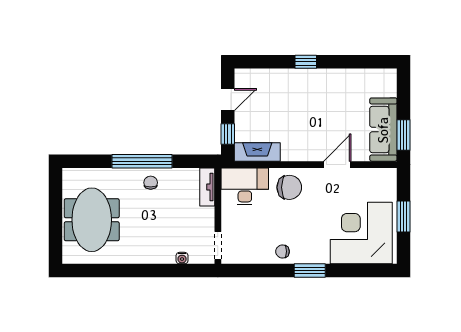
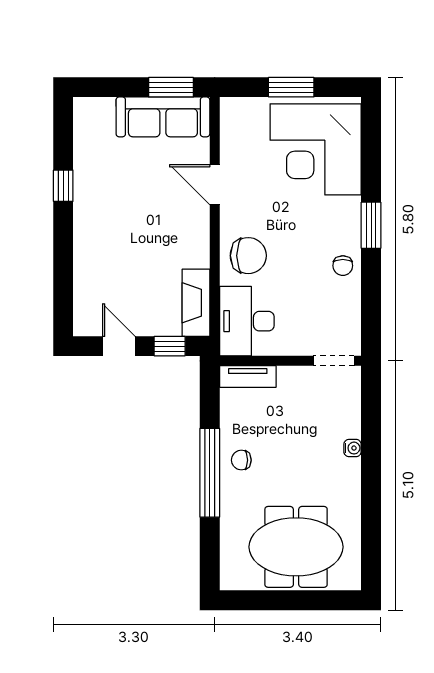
window: (306, 62) -> (63, 186), moved
chair: (289, 187) -> (248, 256), turned 90
water cooler: (182, 258) -> (353, 448), moved

